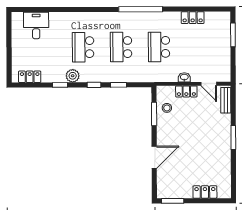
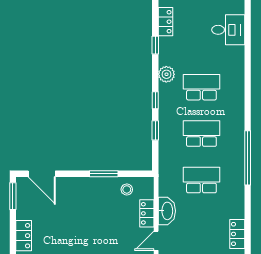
locker: (193, 18) -> (237, 234), moved
washbasin: (184, 77) -> (167, 211), width x1.91, depth x1.45
window: (60, 85) -> (155, 45), moved
window: (154, 114) -> (104, 174), moved
door: (154, 157) -> (42, 174), moved

